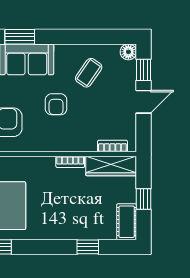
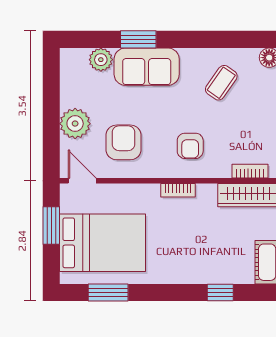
armchair: (56, 104) -> (190, 146), moved
bookcase: (70, 162) -> (178, 190), moved

